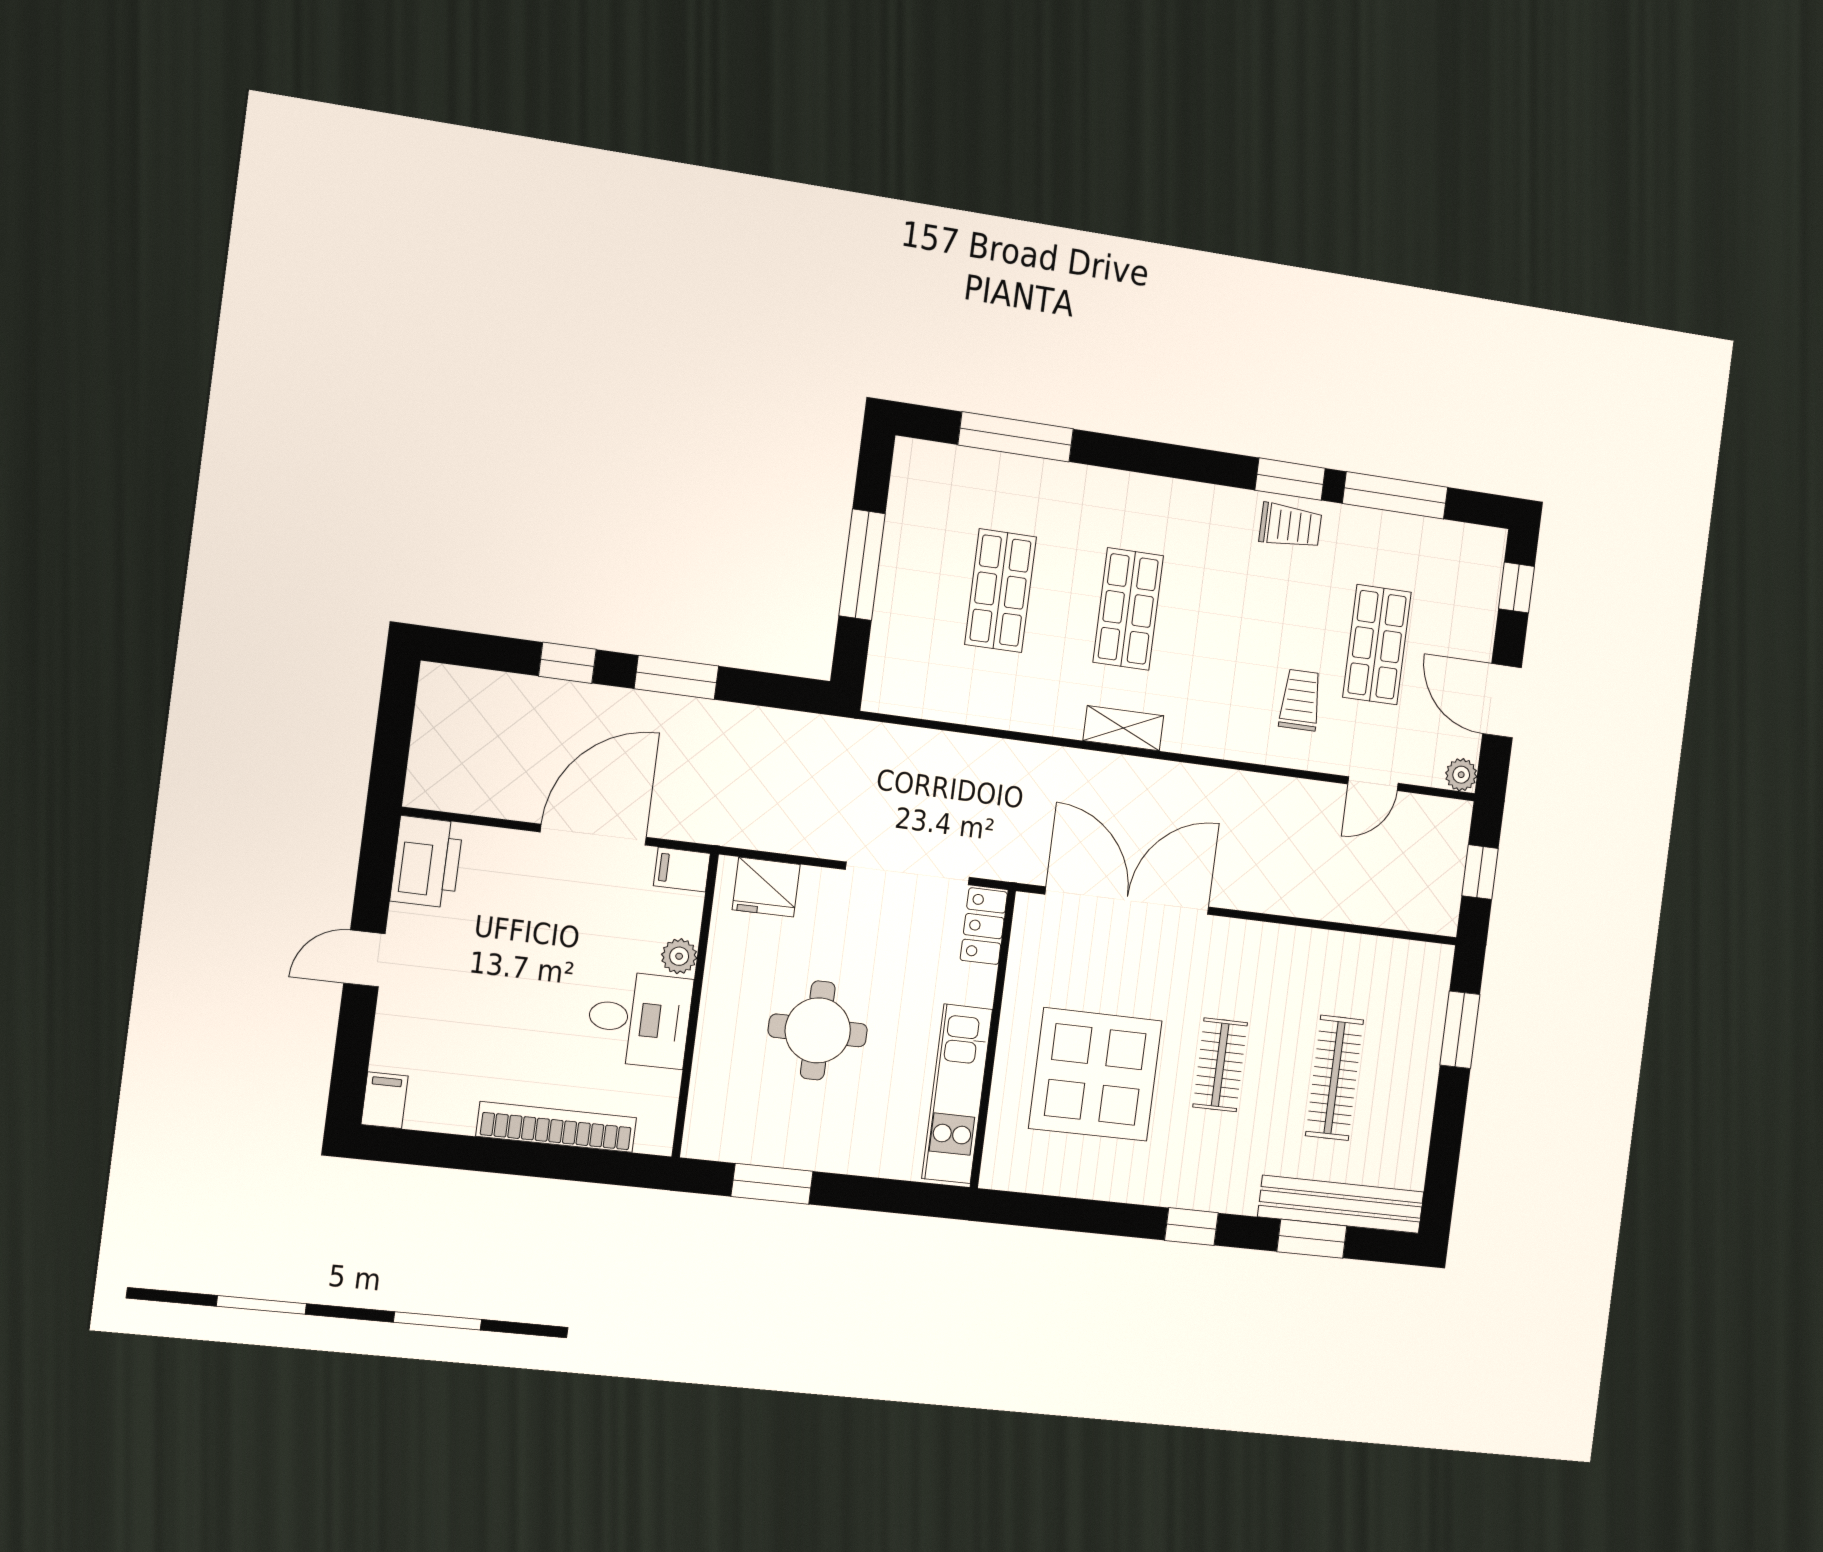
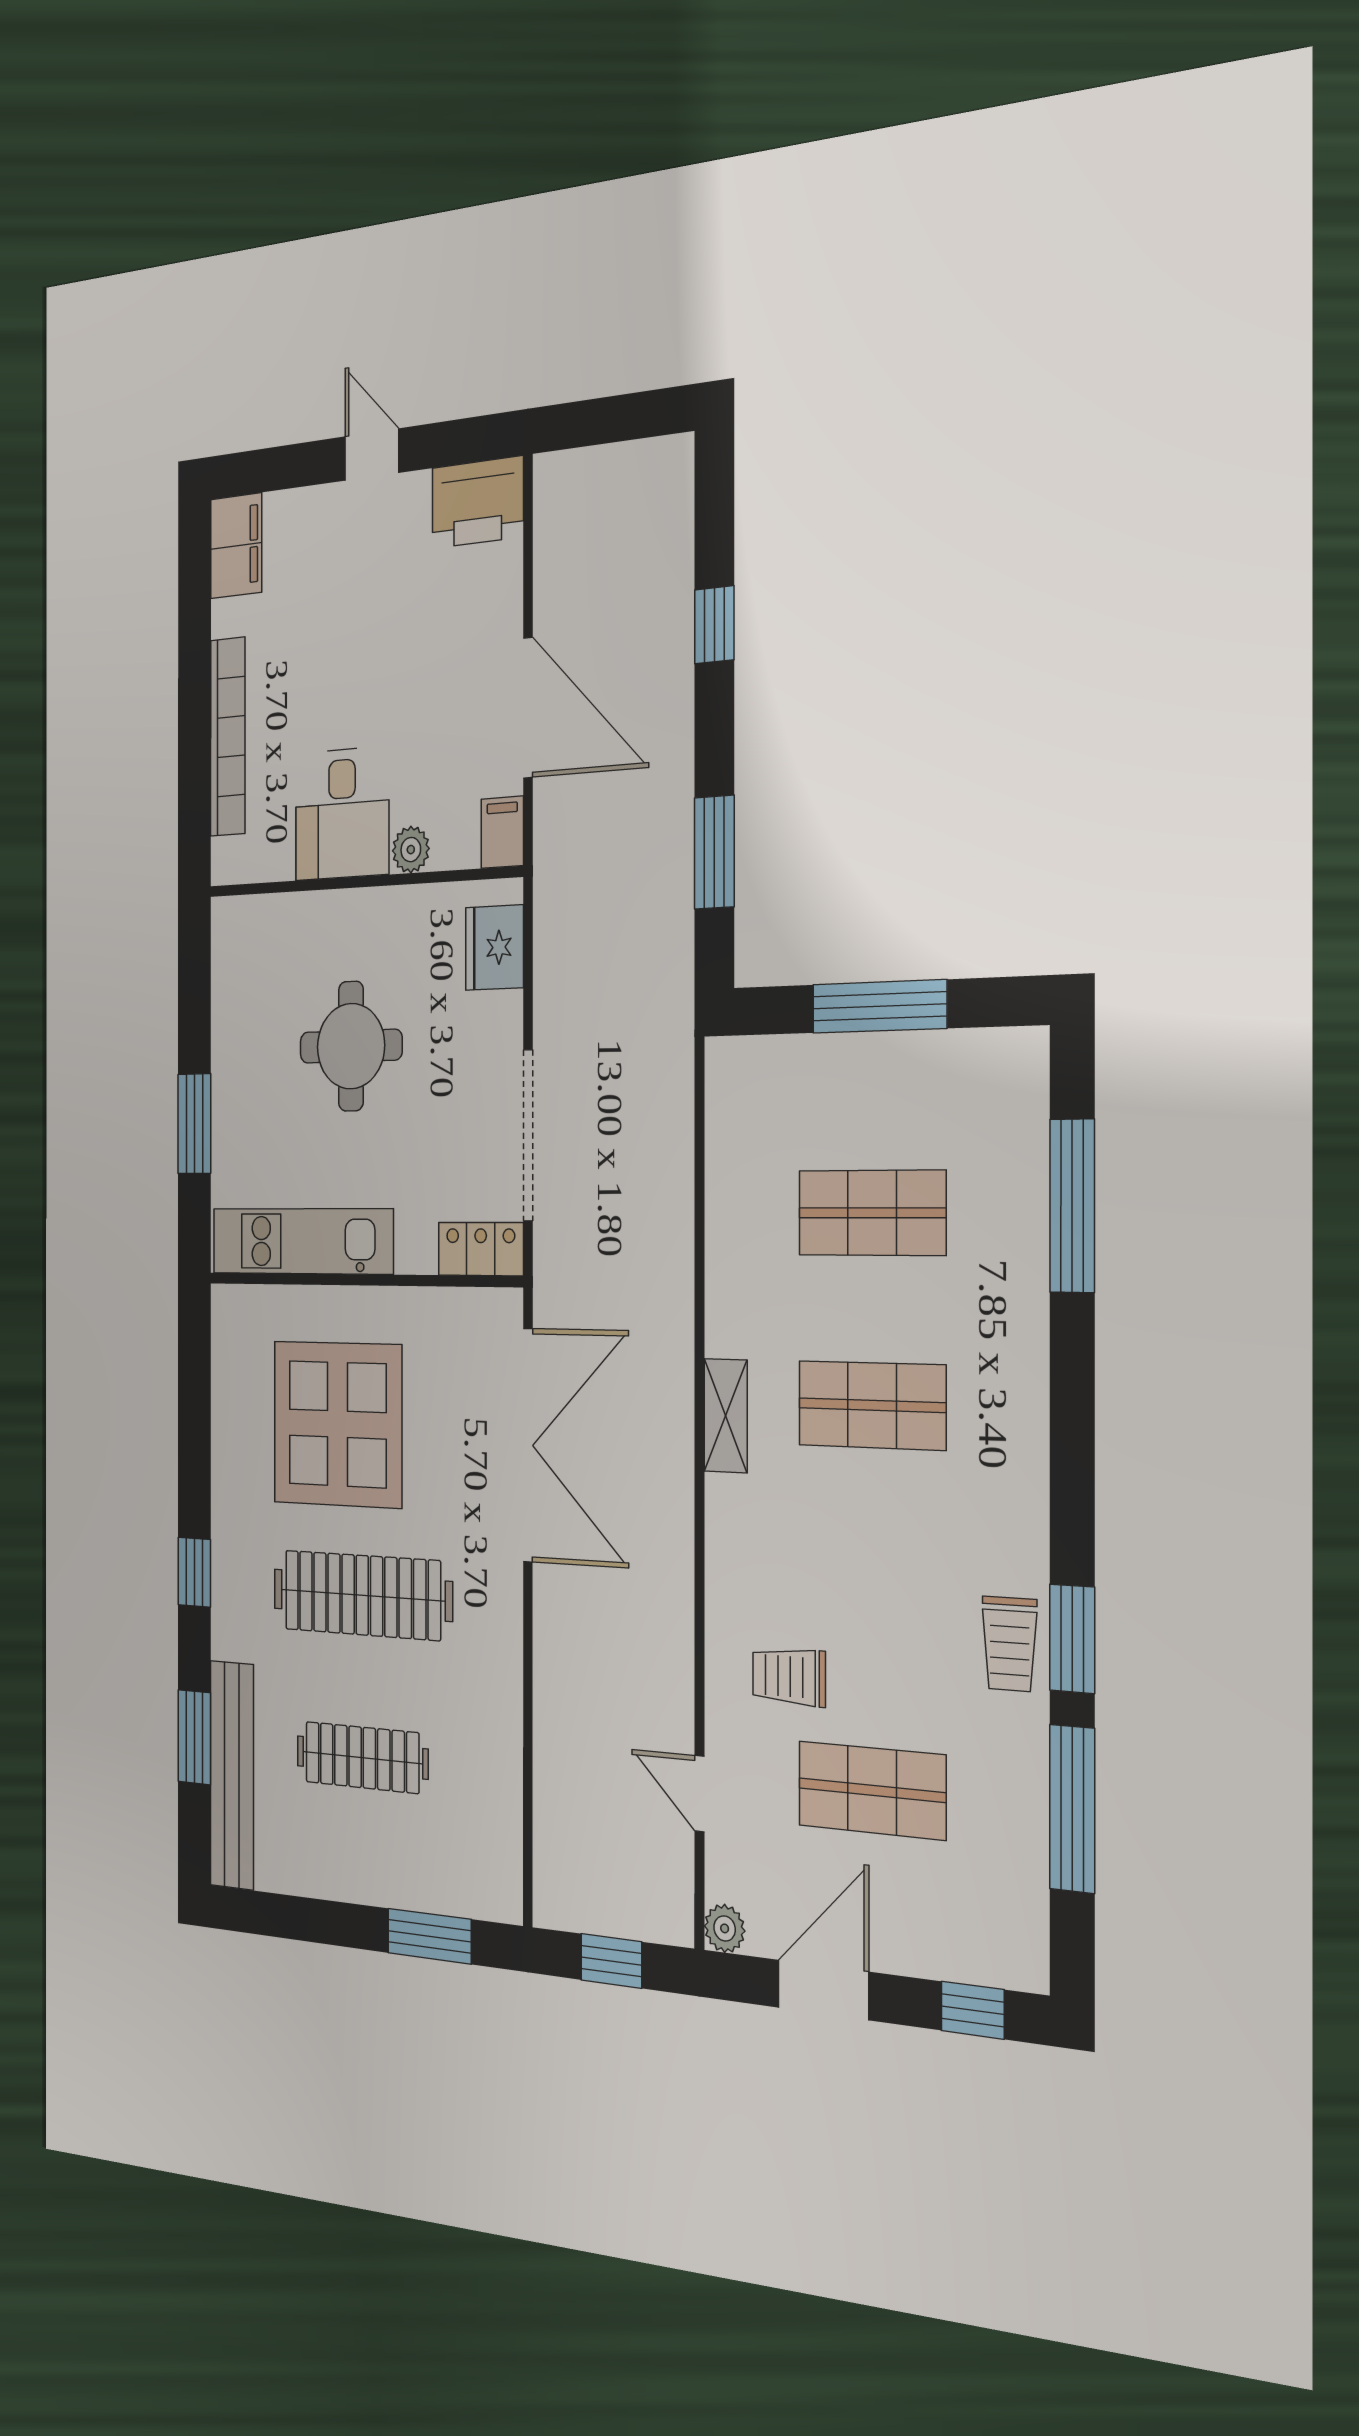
window: (676, 677) -> (714, 852), moved
trolley: (1300, 700) -> (789, 1677), turned 180
clothes rail: (1220, 1065) -> (362, 1595), width x1.86, depth x1.31
filing cabinet: (385, 1100) -> (236, 546), width x2.00
window: (772, 1184) -> (194, 1124), moved

